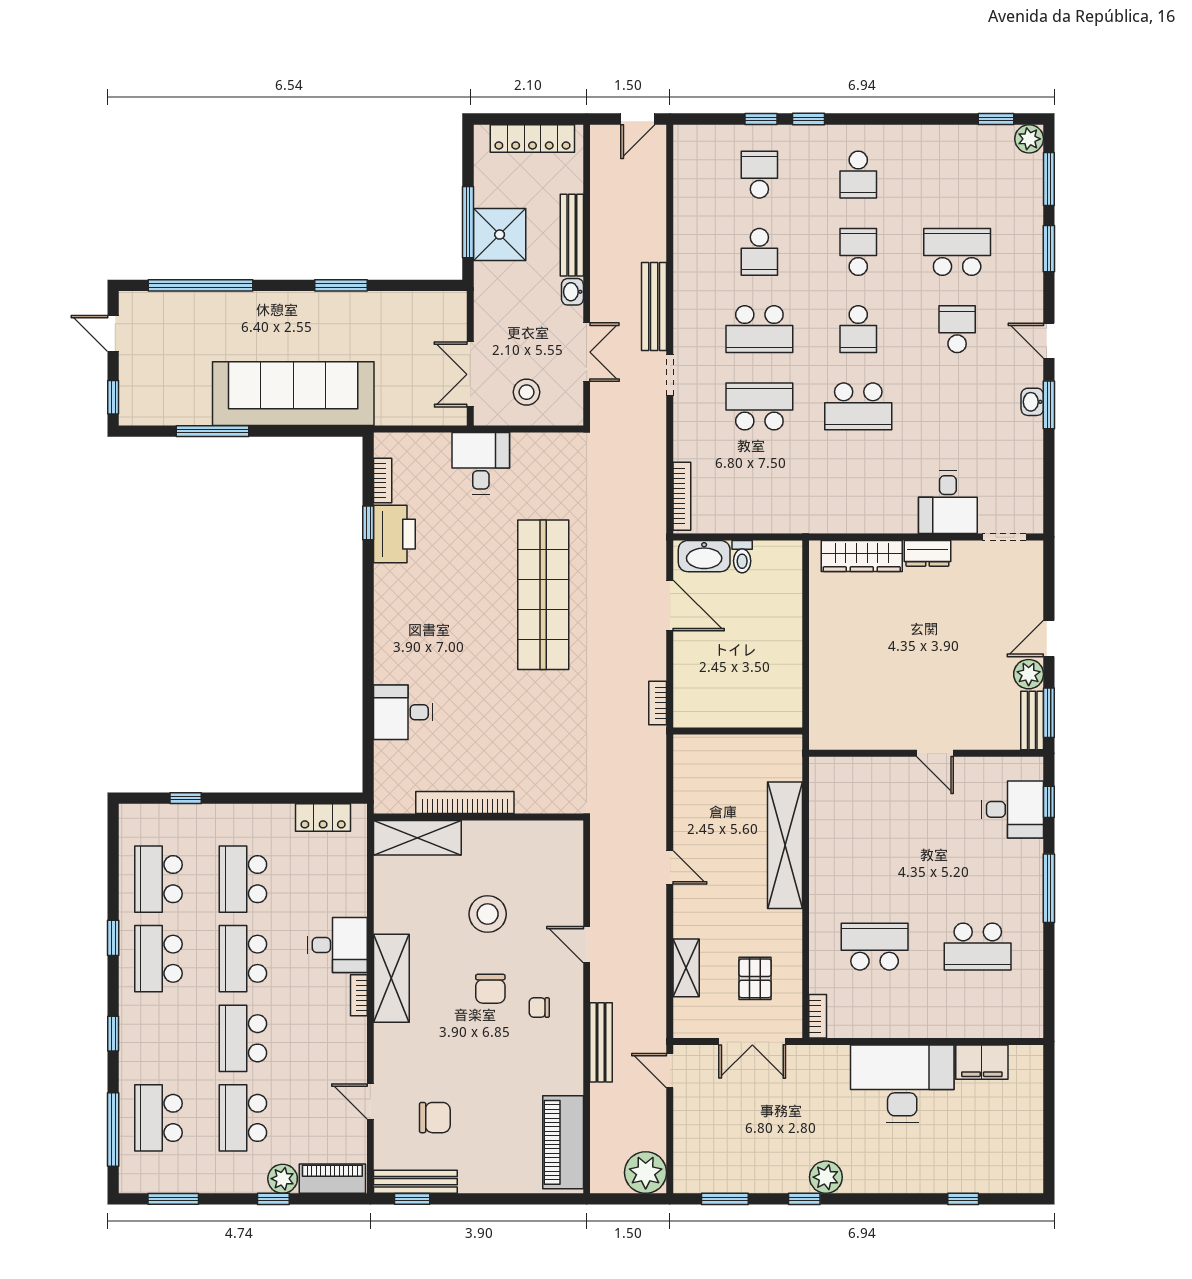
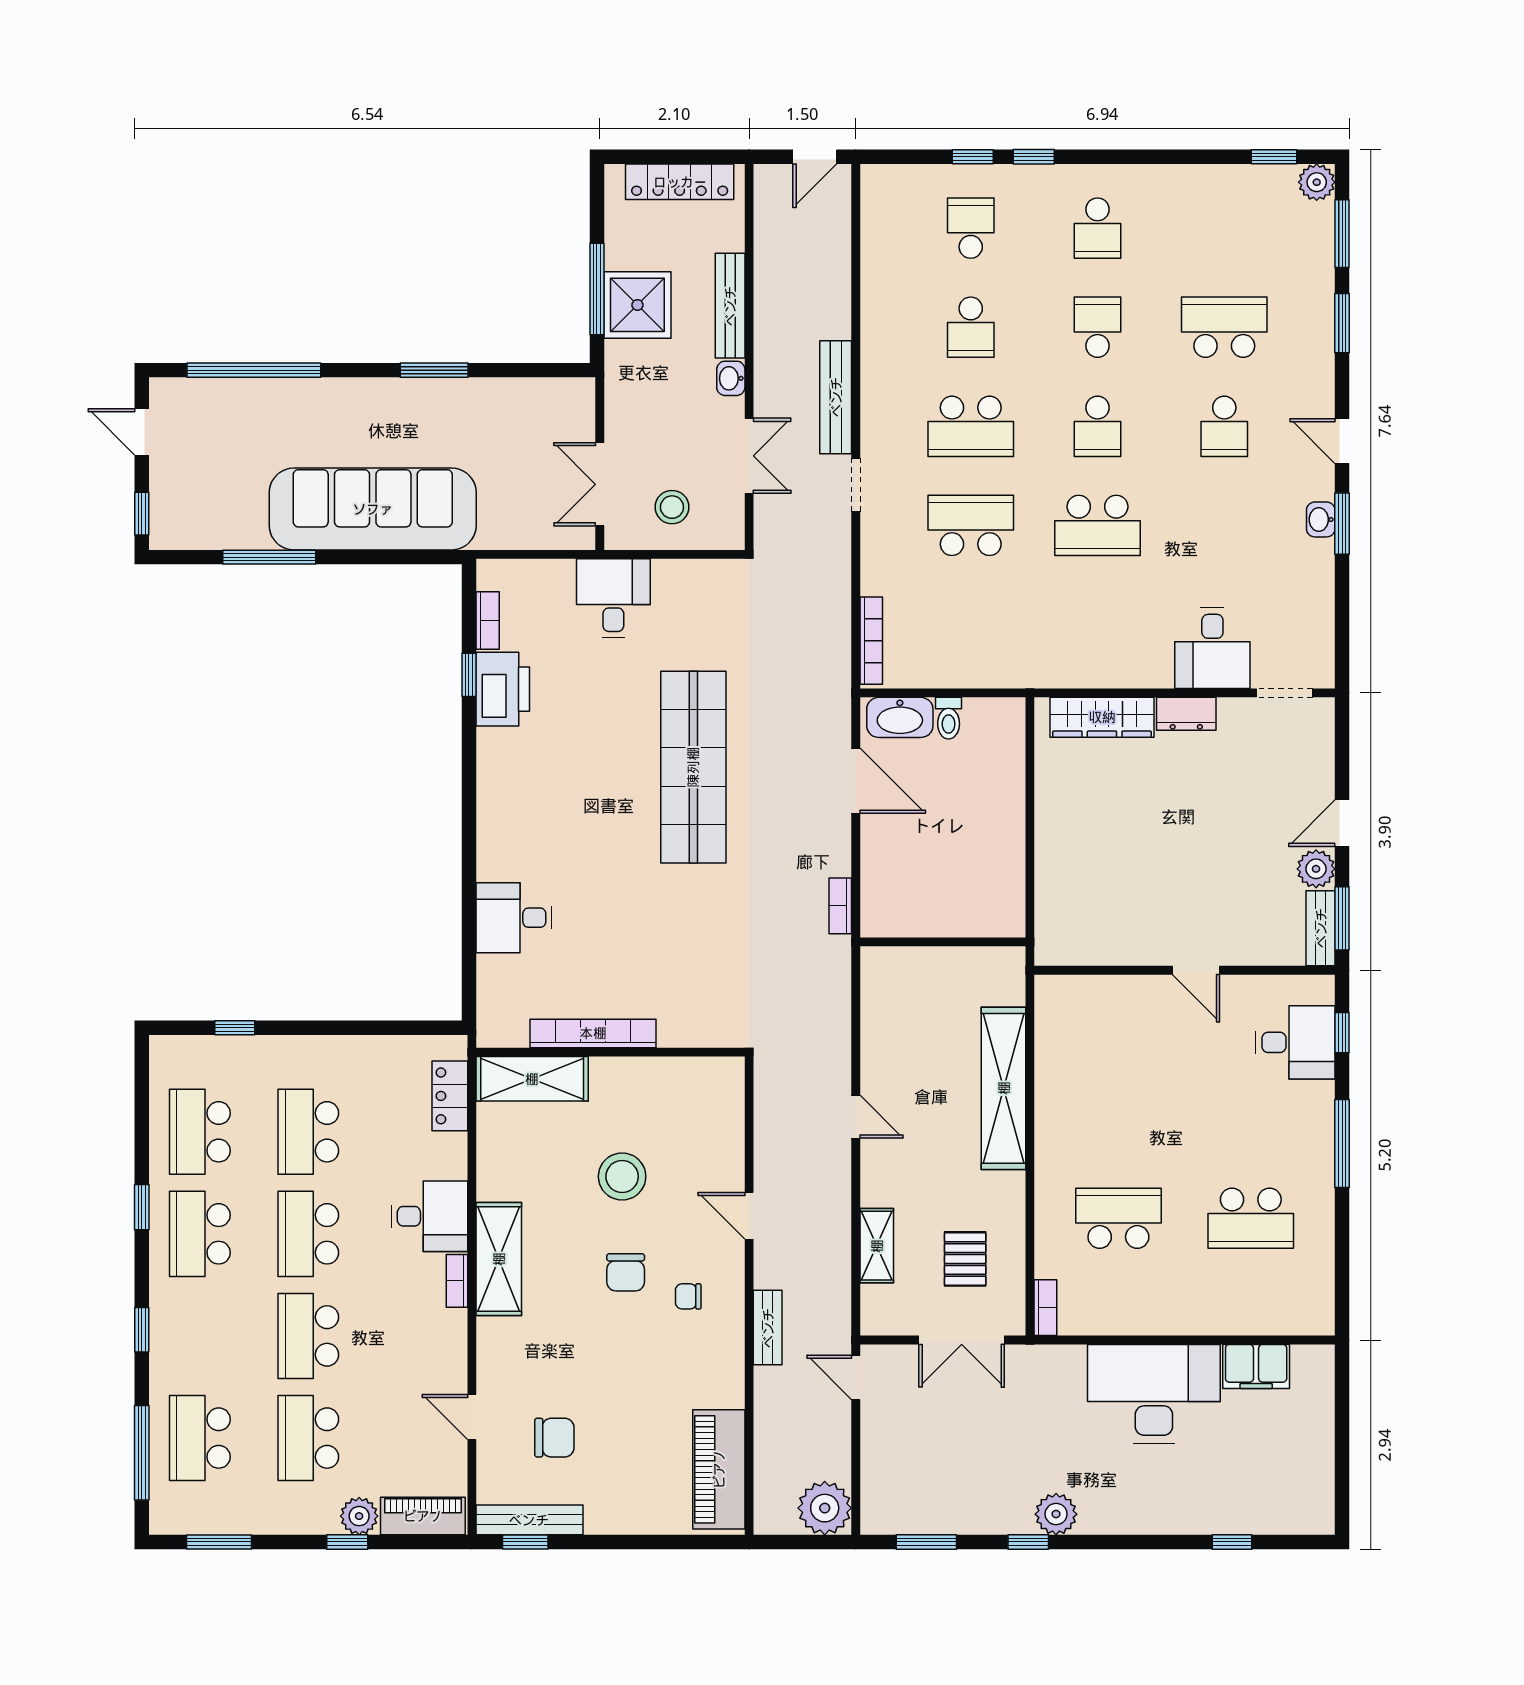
school desk: (957, 329) -> (1224, 426), turned 180
locker: (323, 817) -> (450, 1096), moved, turned 90
bench: (601, 1042) -> (768, 1328), width x0.73

